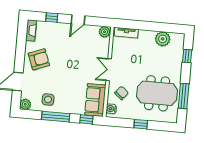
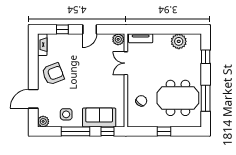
double door: (109, 70) -> (126, 63), moved
sofa: (95, 100) -> (99, 118), moved, turned 90
water cooler: (111, 109) -> (132, 118), removed

